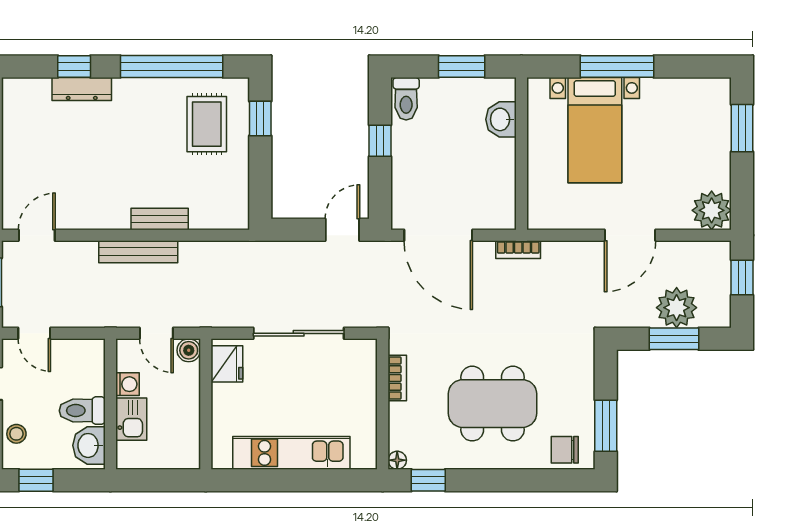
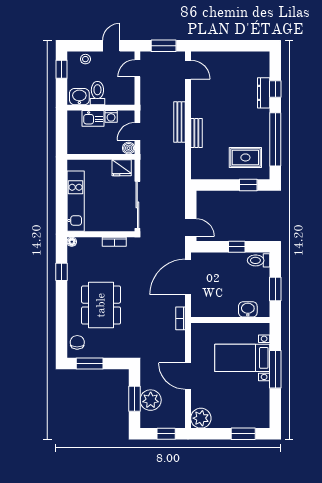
bookcase: (397, 378) -> (114, 242), moved
wall: (383, 404) -> (101, 234), moved
floor lamp: (397, 460) -> (72, 242), moved

